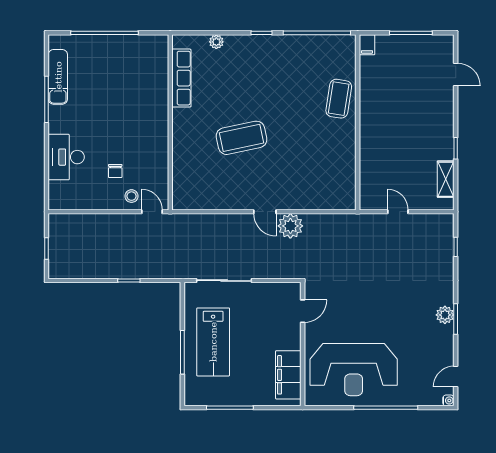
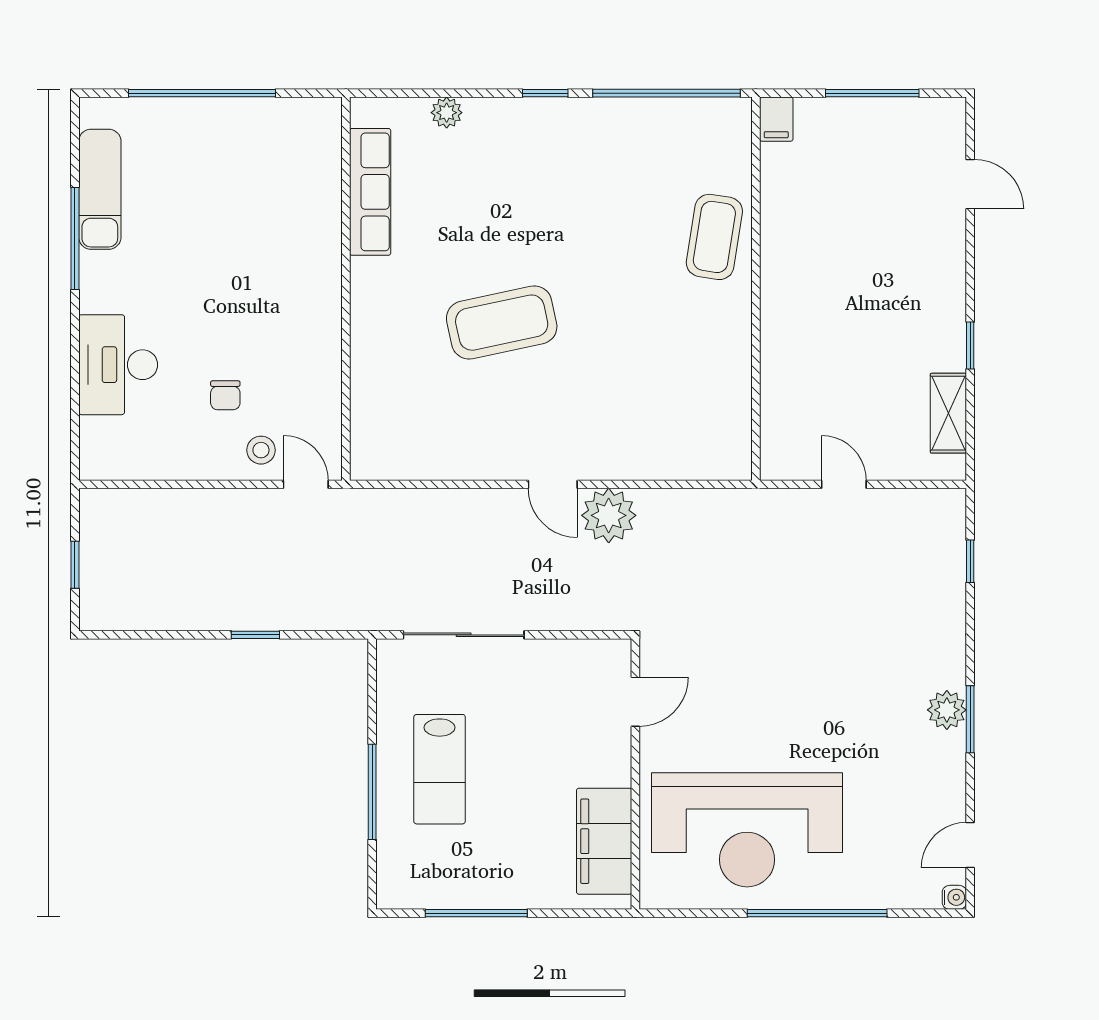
lab bench: (213, 342) -> (440, 769), width x0.73, depth x0.72

